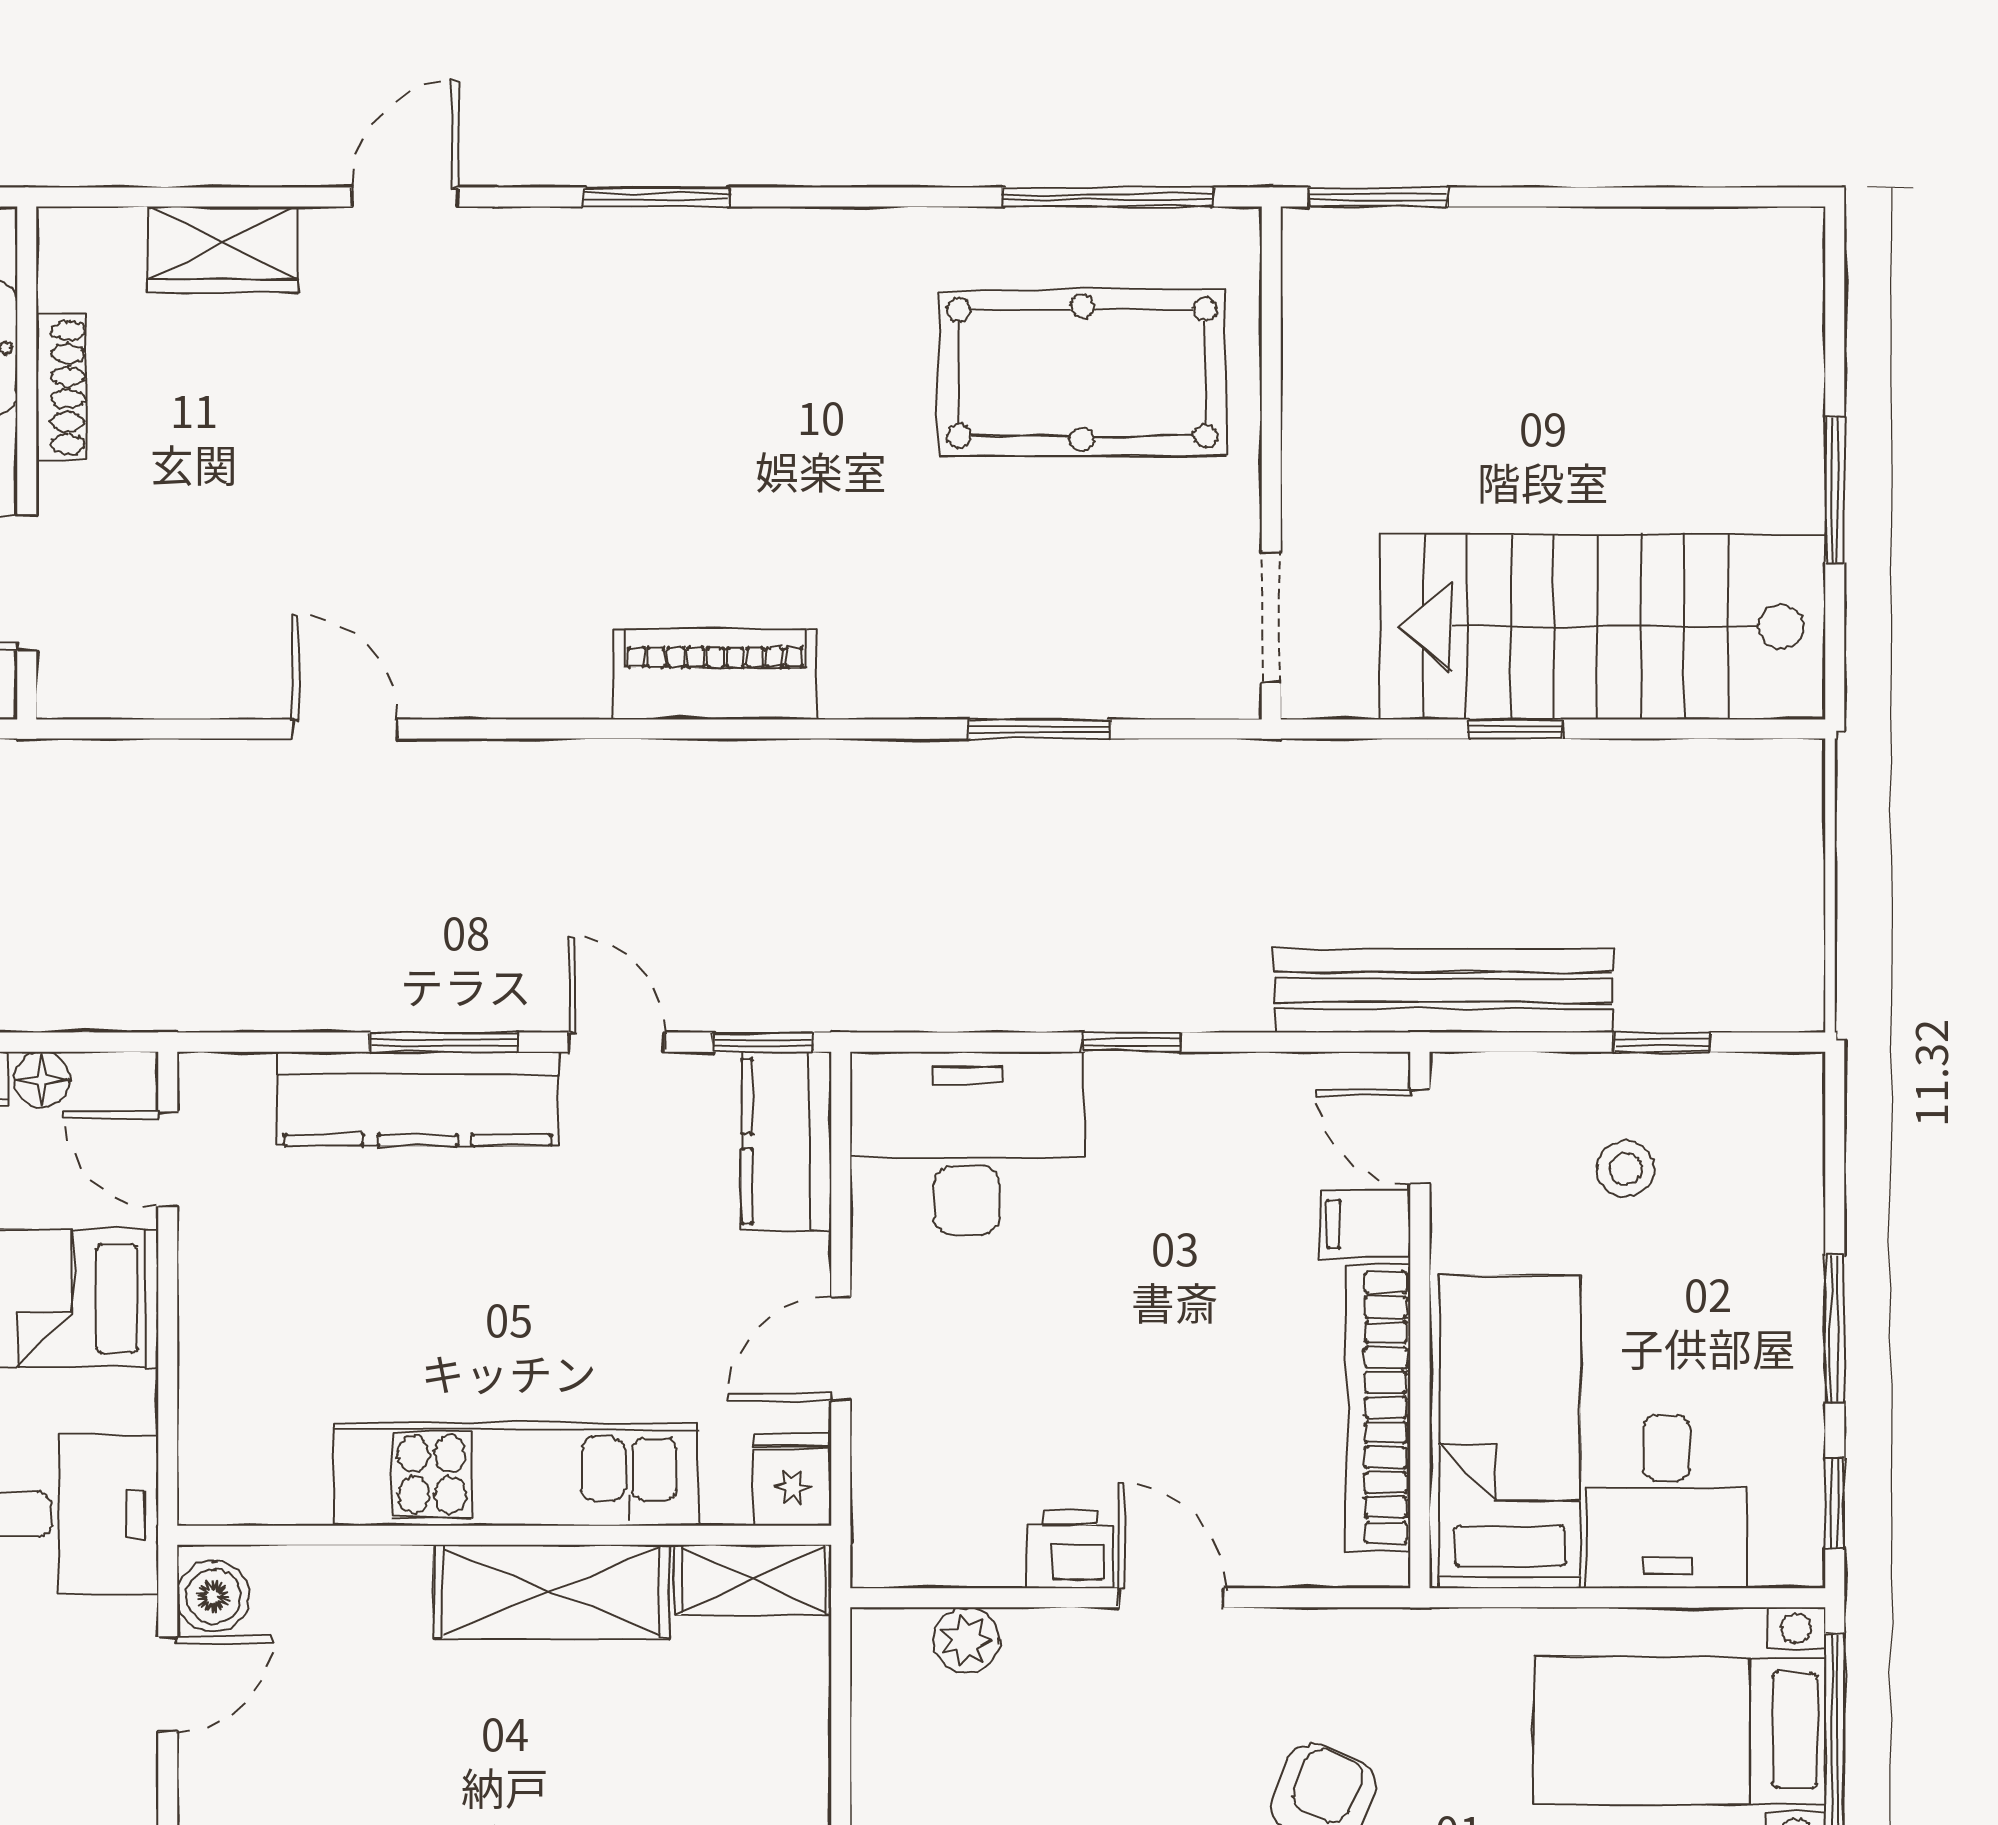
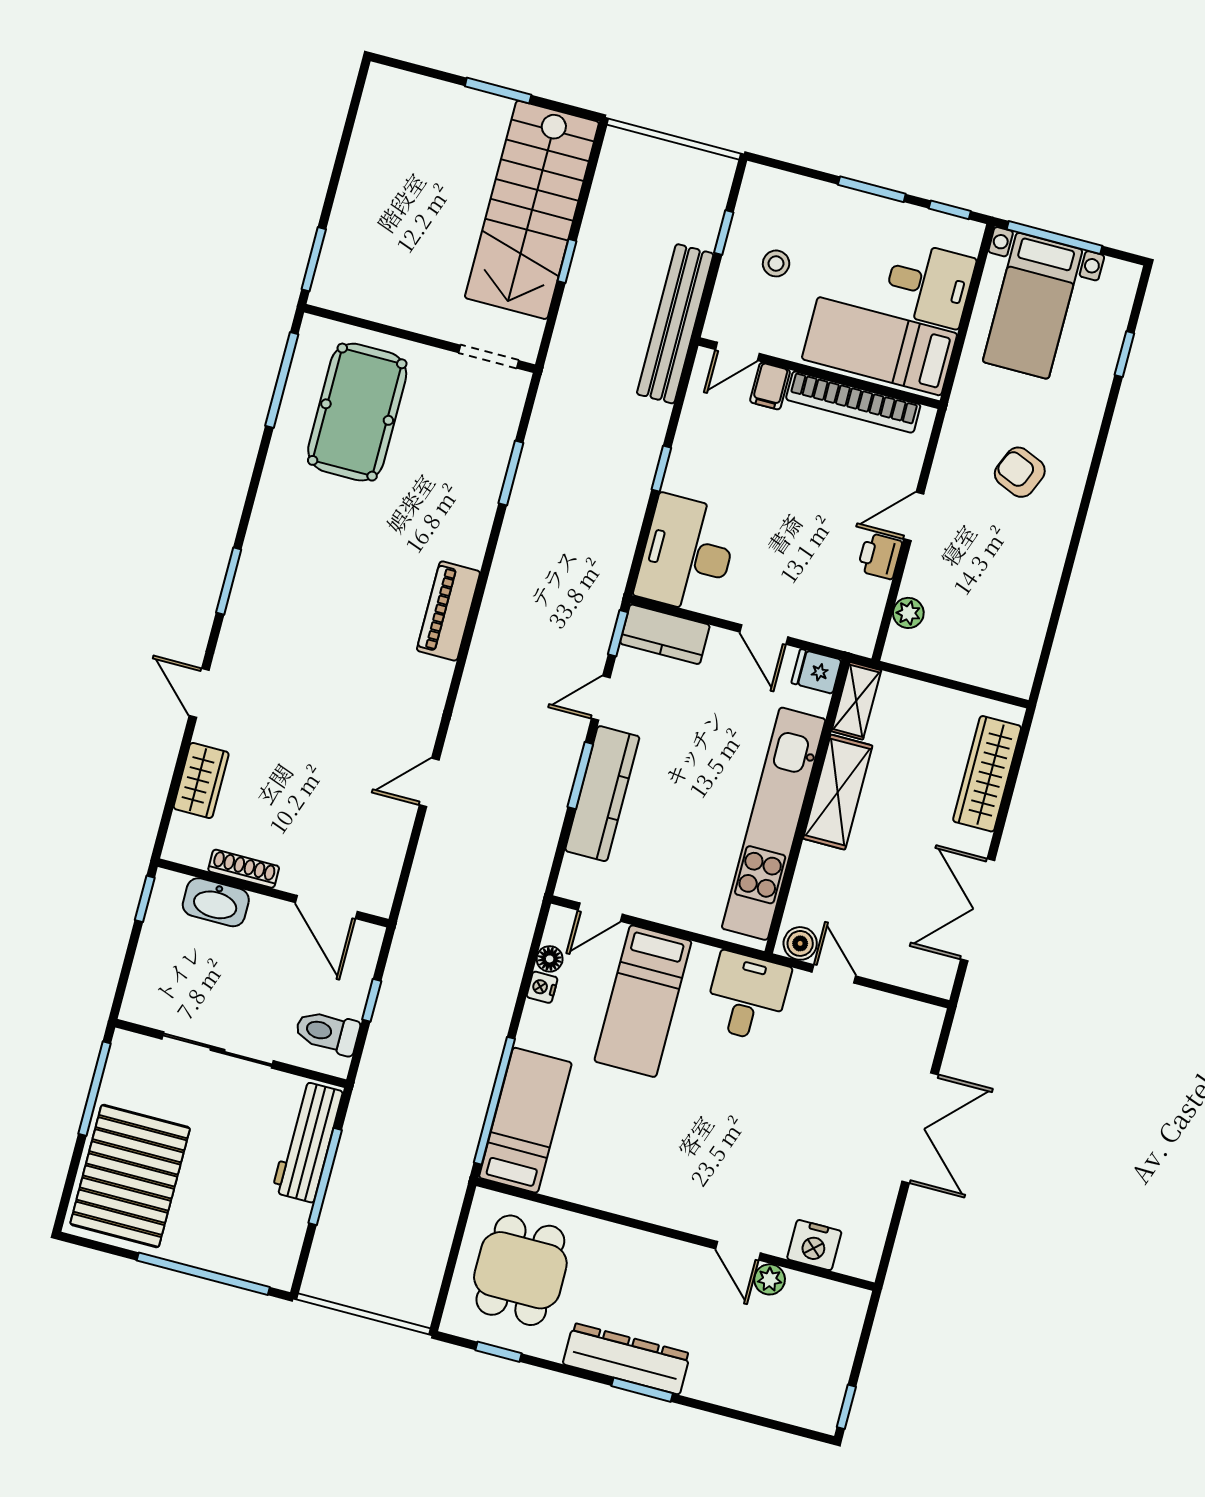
kitchen unit: (516, 1474) -> (774, 824), width x1.36

